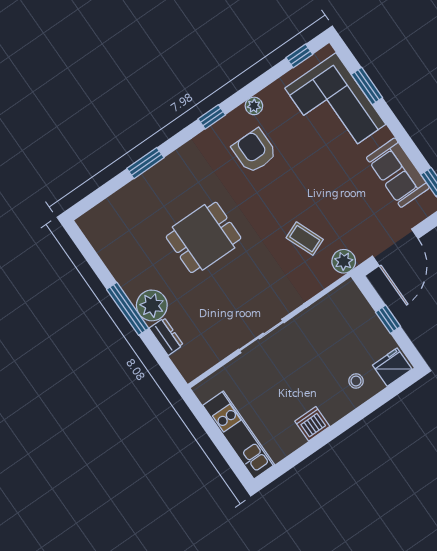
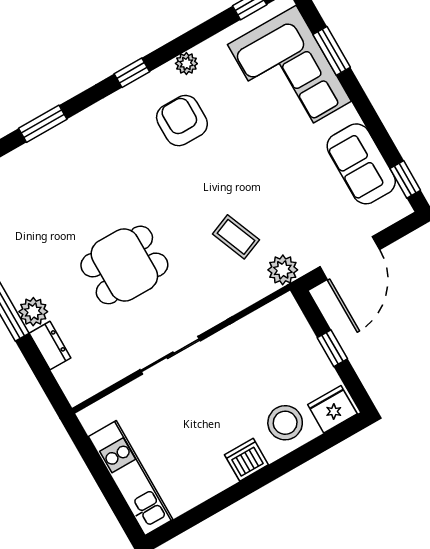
dining table: (204, 237) -> (124, 265), moved
plant: (152, 305) -> (33, 312), width x0.73, depth x0.73
stool: (356, 381) -> (285, 423), width x1.89, depth x1.89
dishwasher: (312, 424) -> (246, 460), moved

